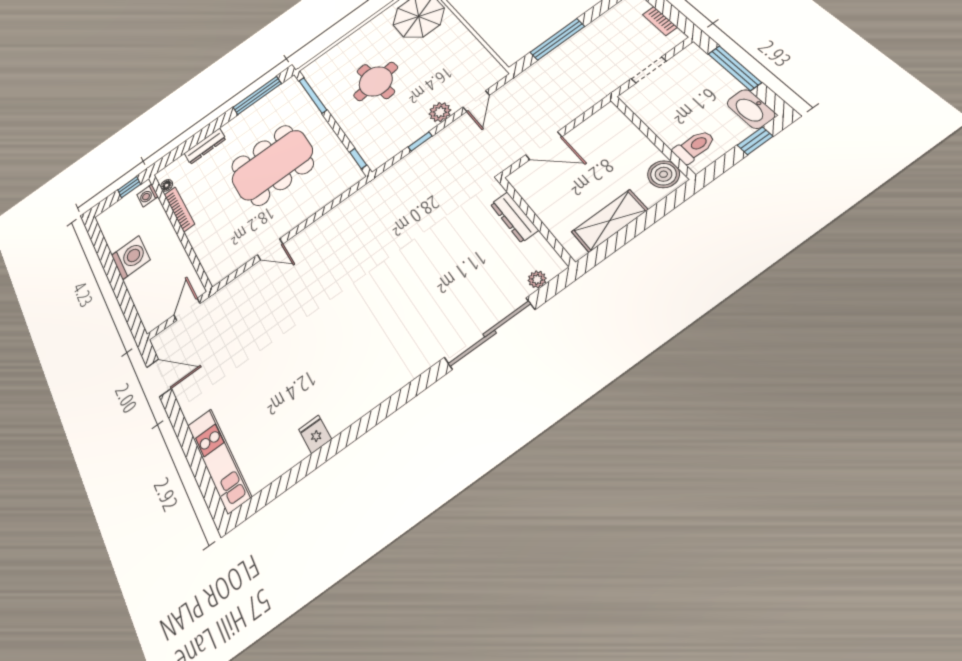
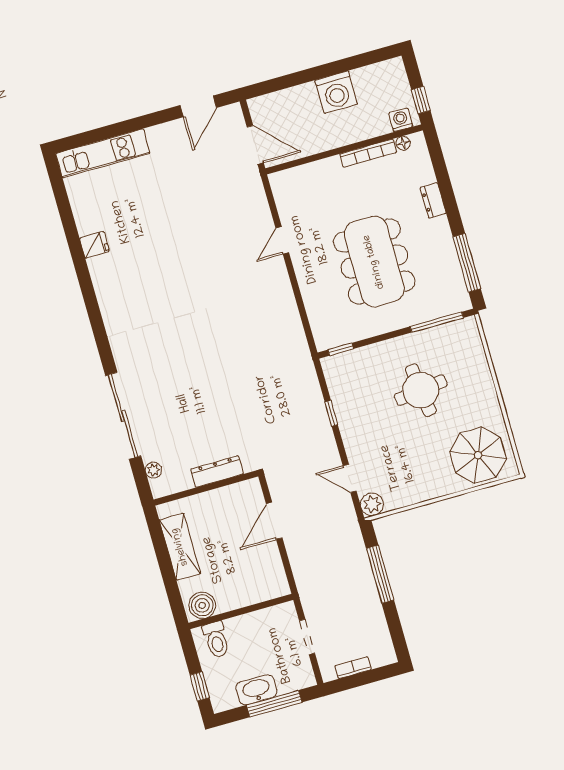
washbasin: (751, 109) -> (256, 690), moved
plant: (440, 112) -> (372, 504), moved
dresser: (205, 146) -> (433, 200), width x0.70
door: (187, 309) -> (255, 145), width x1.38

